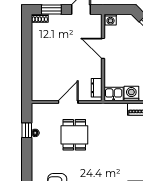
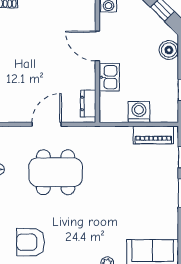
kitchen sink: (114, 94) -> (109, 77), moved, turned 90
dining table: (74, 135) -> (56, 172), width x1.38

